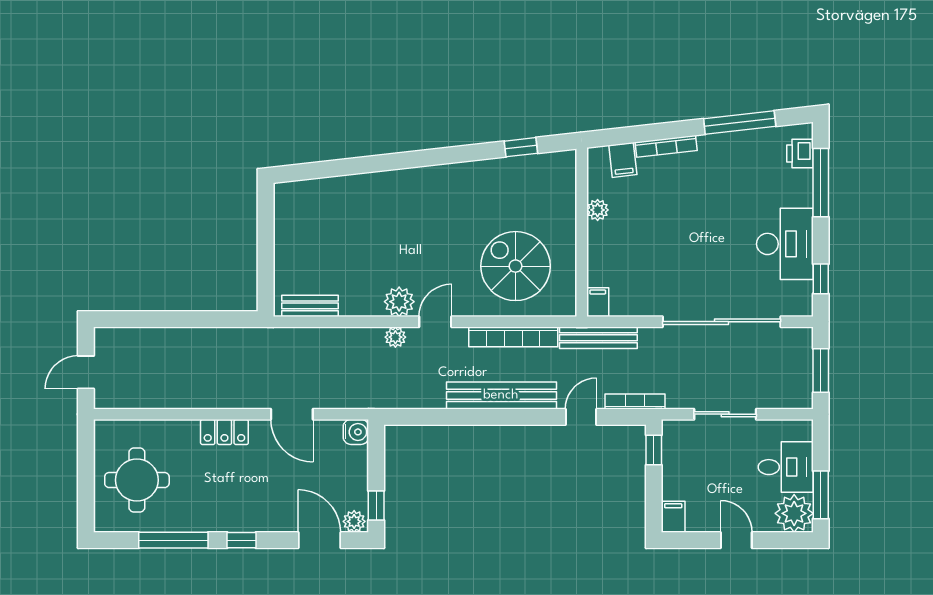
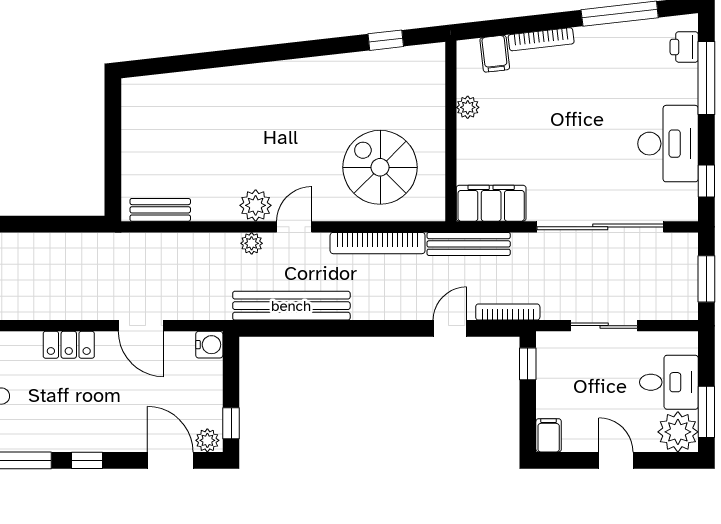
filing cabinet: (598, 302) -> (491, 203), width x3.00, depth x1.17
bench: (501, 395) -> (291, 306), moved

